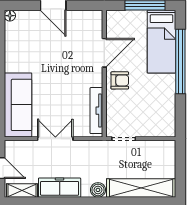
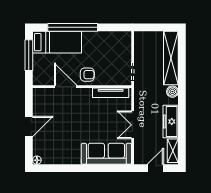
armchair: (120, 80) -> (87, 75), turned 90

